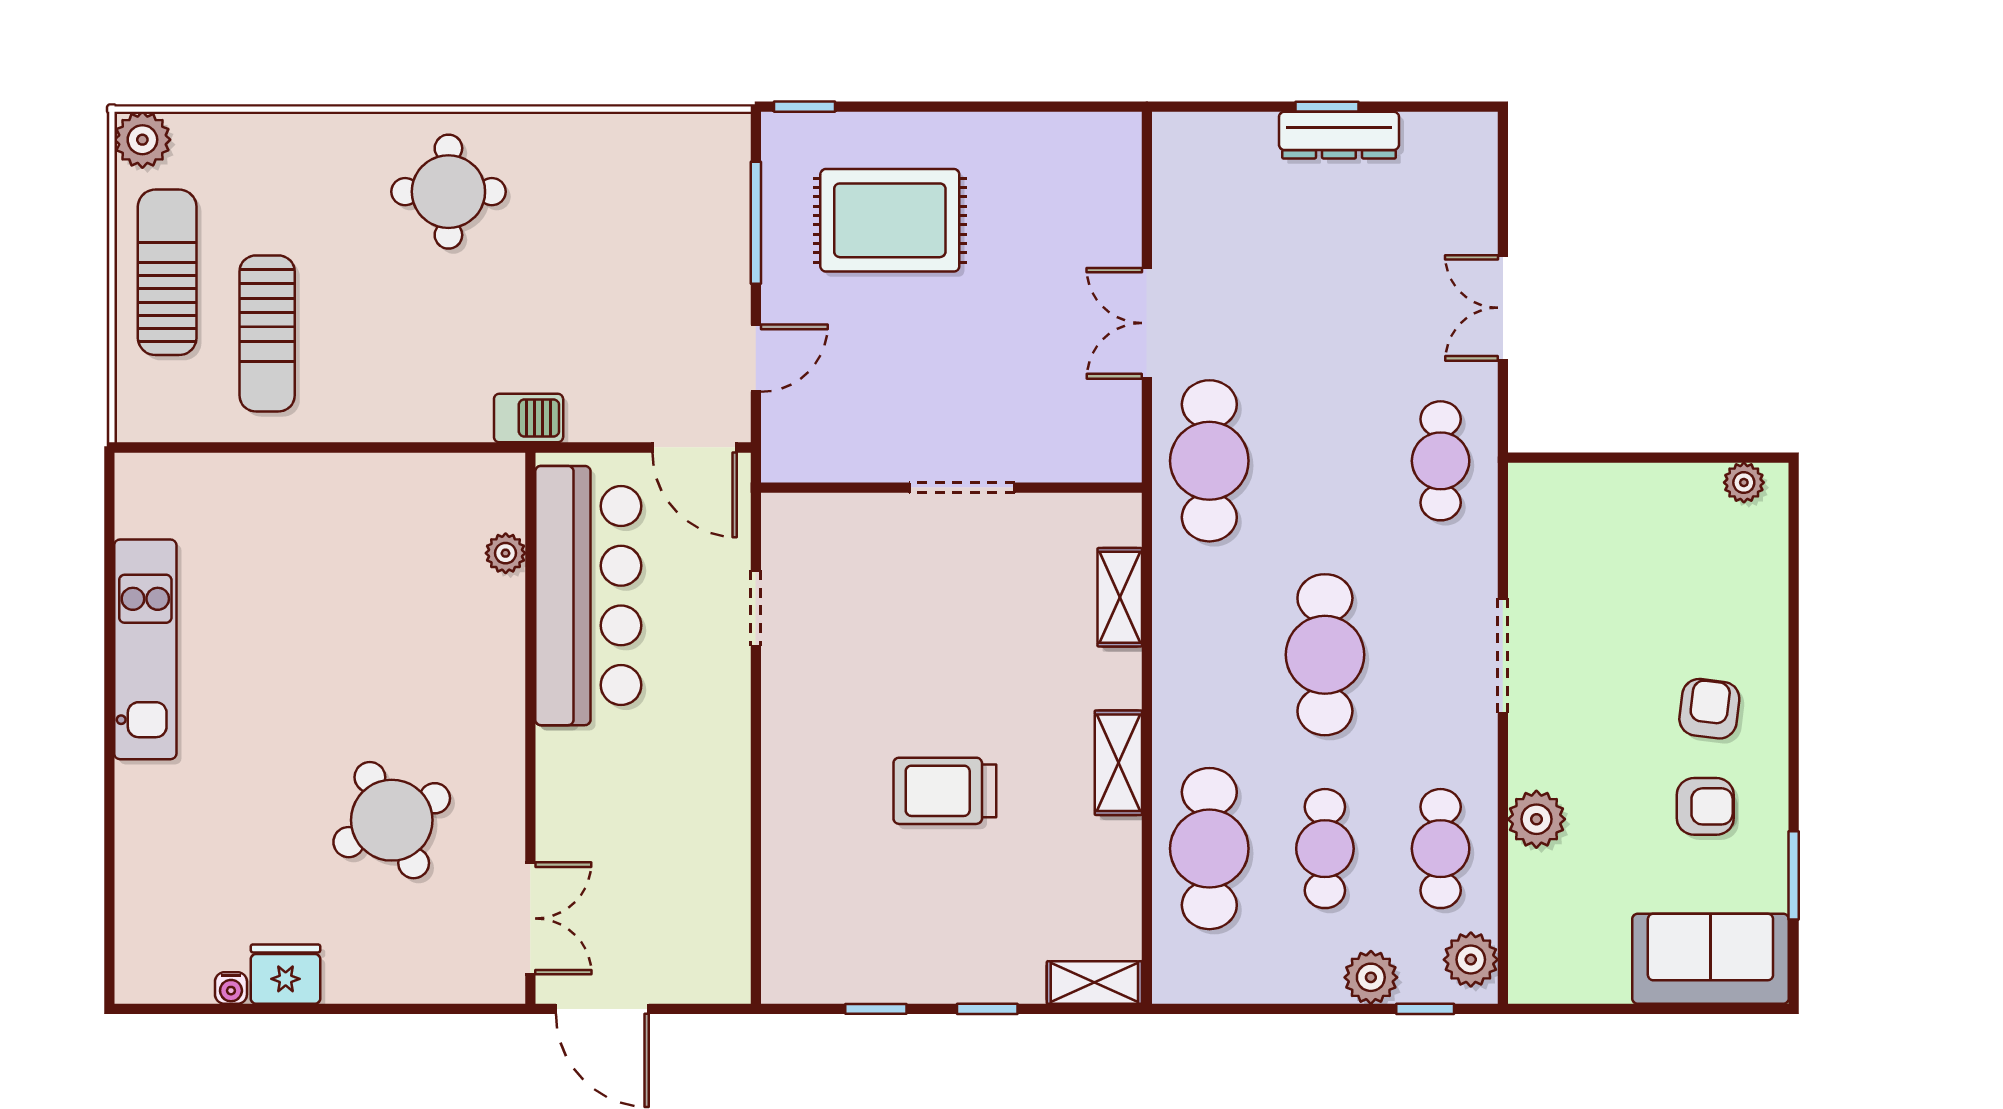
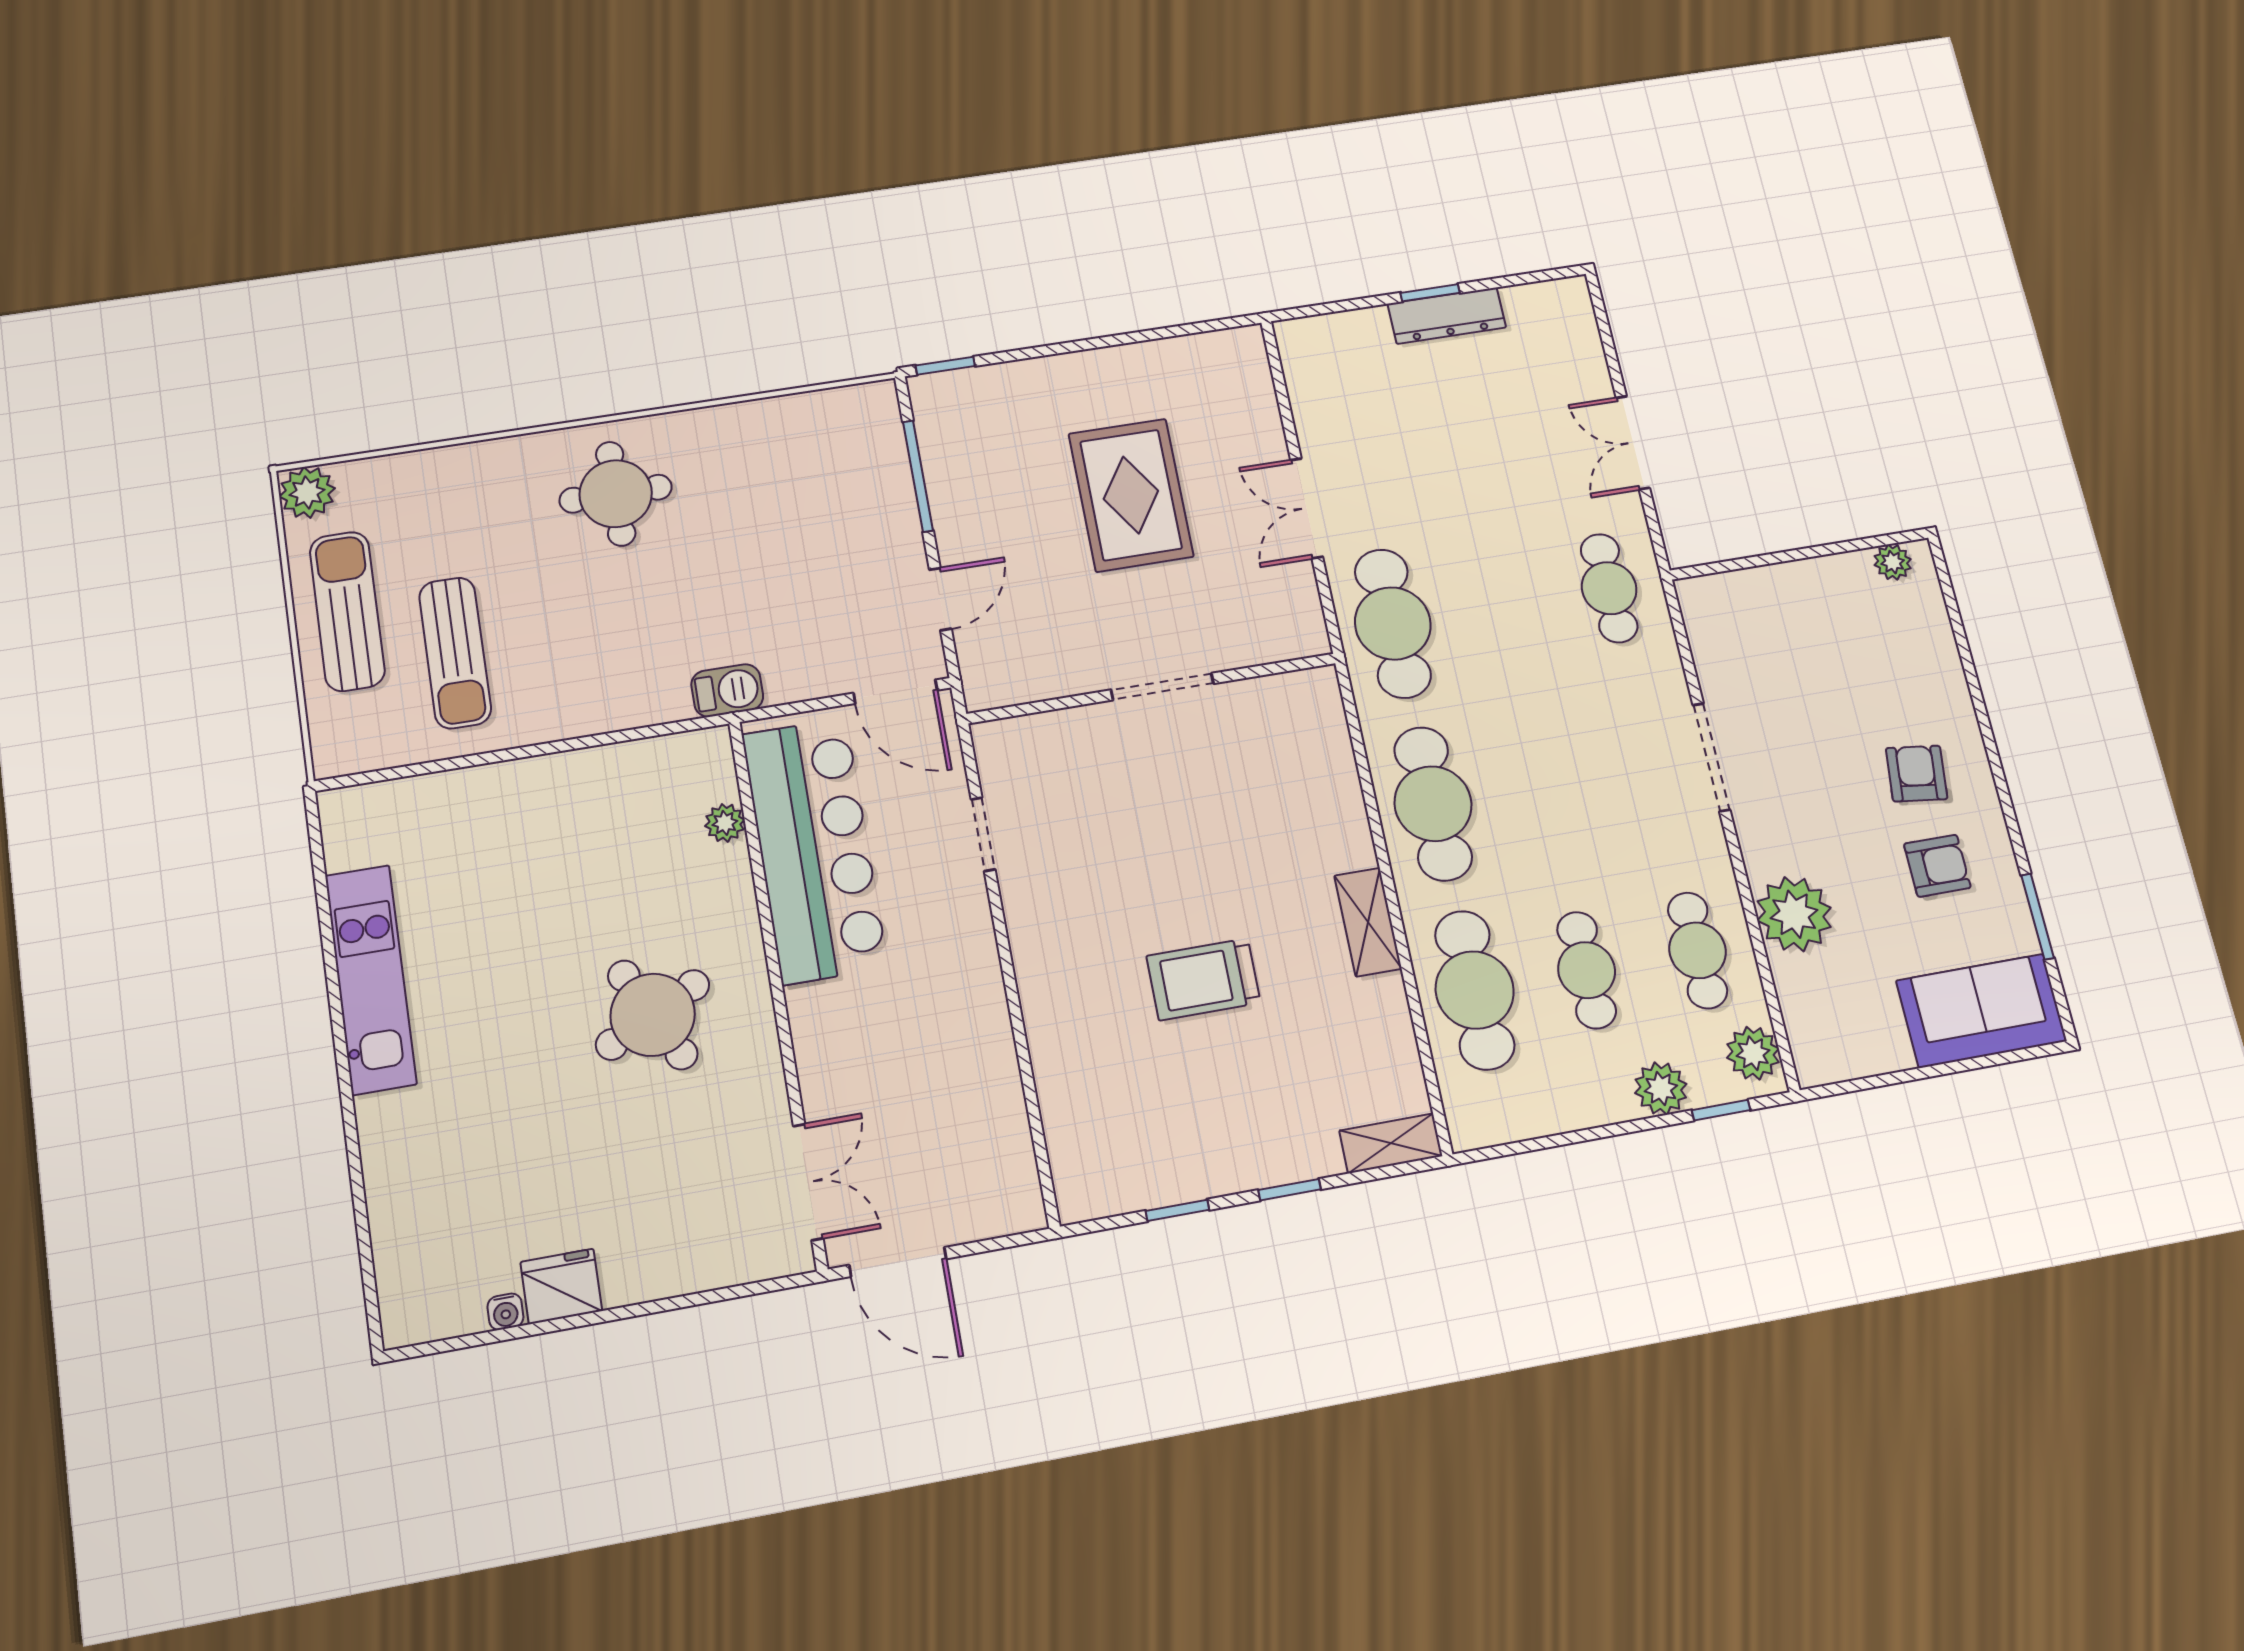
rug: (890, 220) -> (1131, 495), moved, turned 90
shelving: (1120, 597) -> (1335, 764), removed
cafe table: (1325, 655) -> (1433, 804), moved
plant: (1536, 819) -> (1794, 914), width x1.36, depth x1.36
round table: (392, 820) -> (653, 1015), moved

